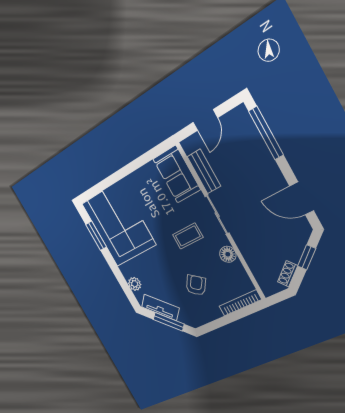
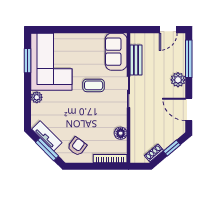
door: (205, 120) -> (168, 30), moved
plant: (267, 168) -> (178, 80), added
coffee table: (188, 236) -> (94, 85), moved
floor lamp: (228, 254) -> (121, 133), moved
plant: (135, 284) -> (37, 97), moved
armchair: (196, 285) -> (77, 146), moved

